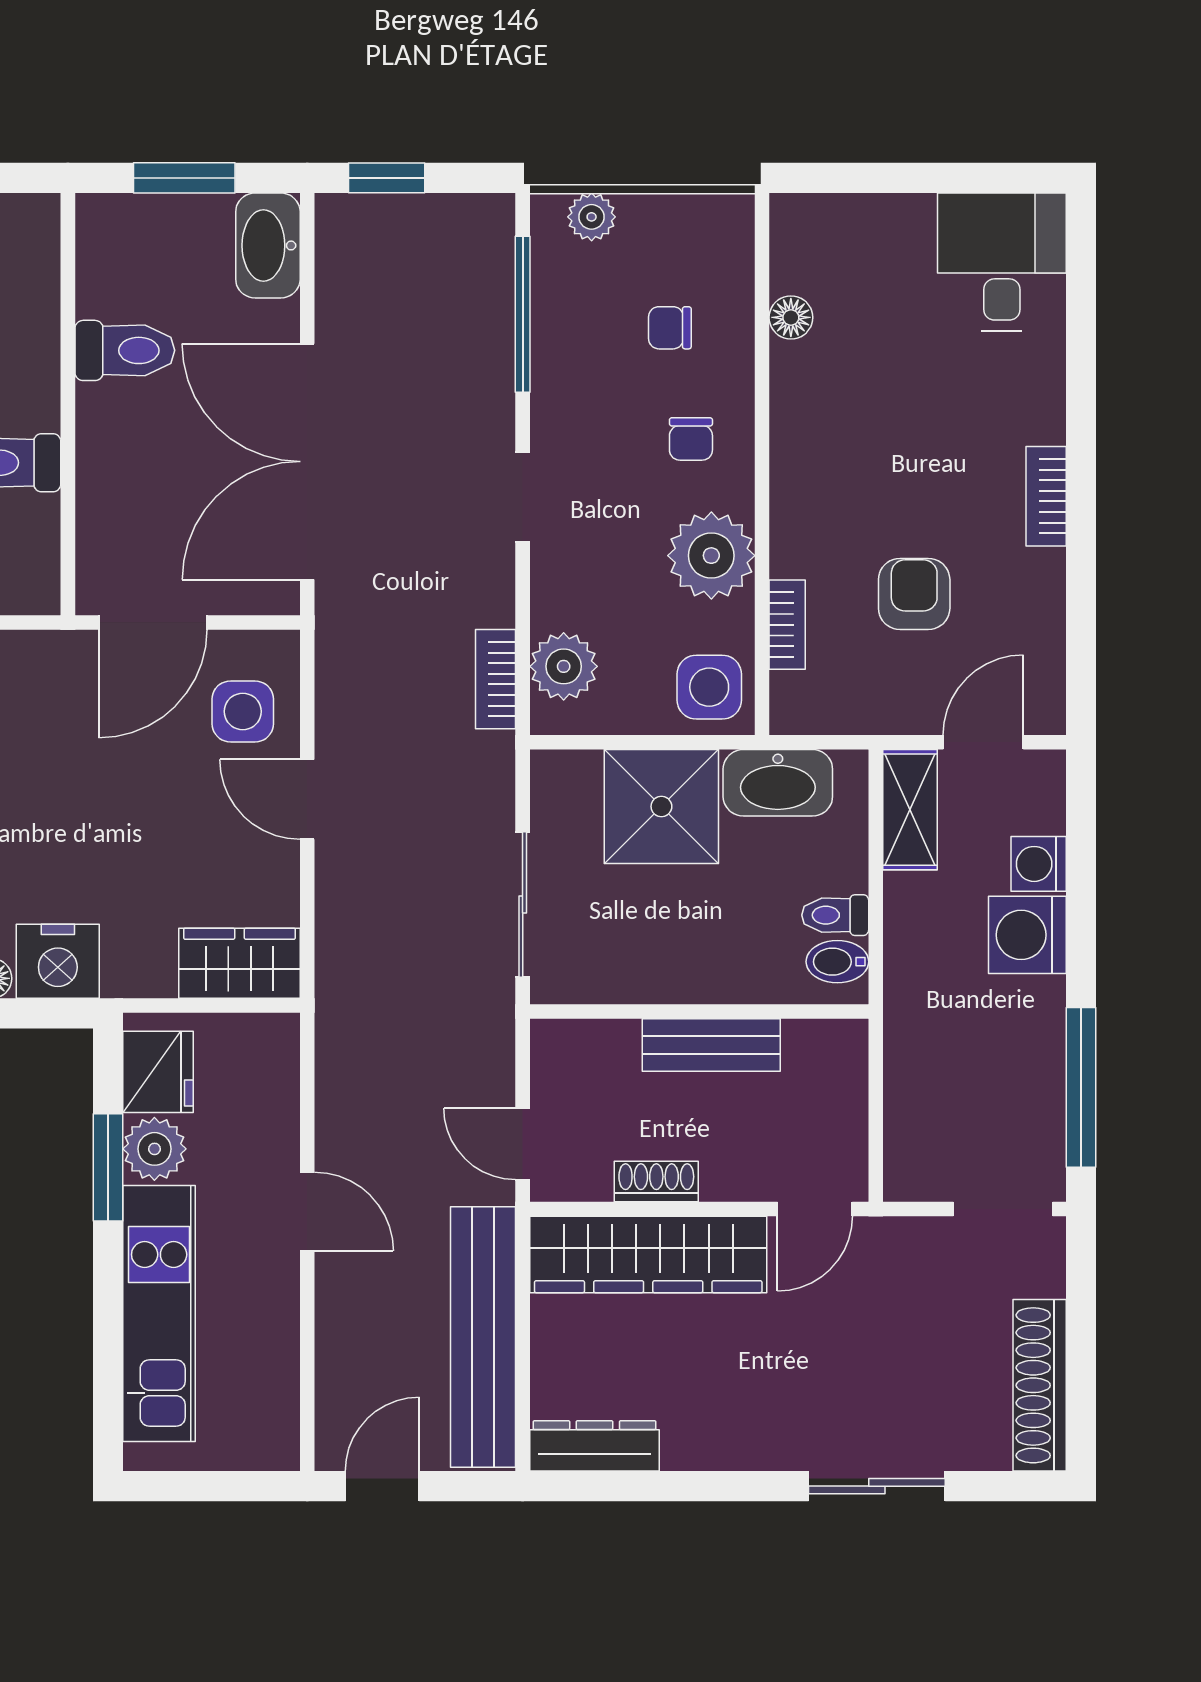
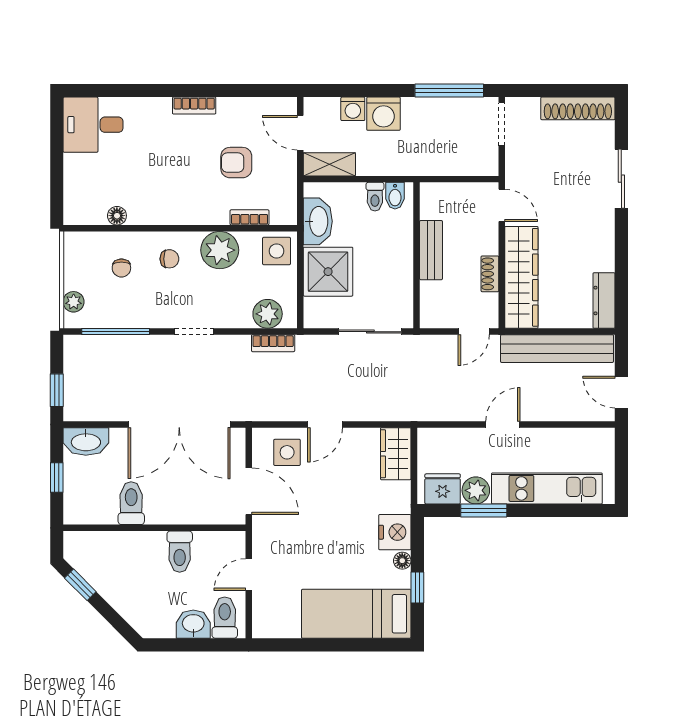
window: (184, 178) -> (57, 478), width x0.67

